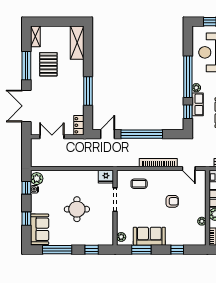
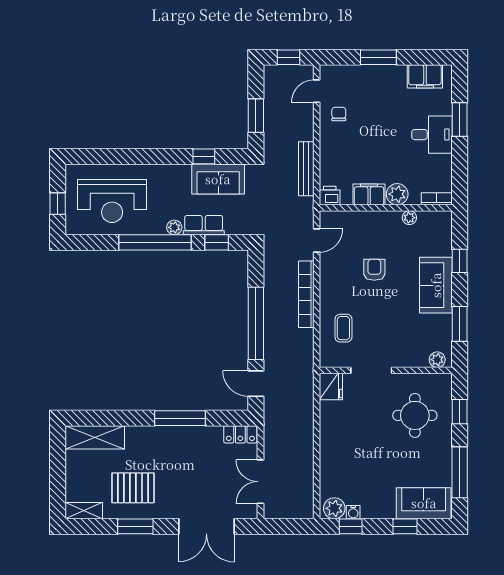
window: (26, 66) -> (135, 526), width x0.69
round table: (77, 209) -> (415, 415), moved
sofa: (149, 236) -> (436, 285), moved

